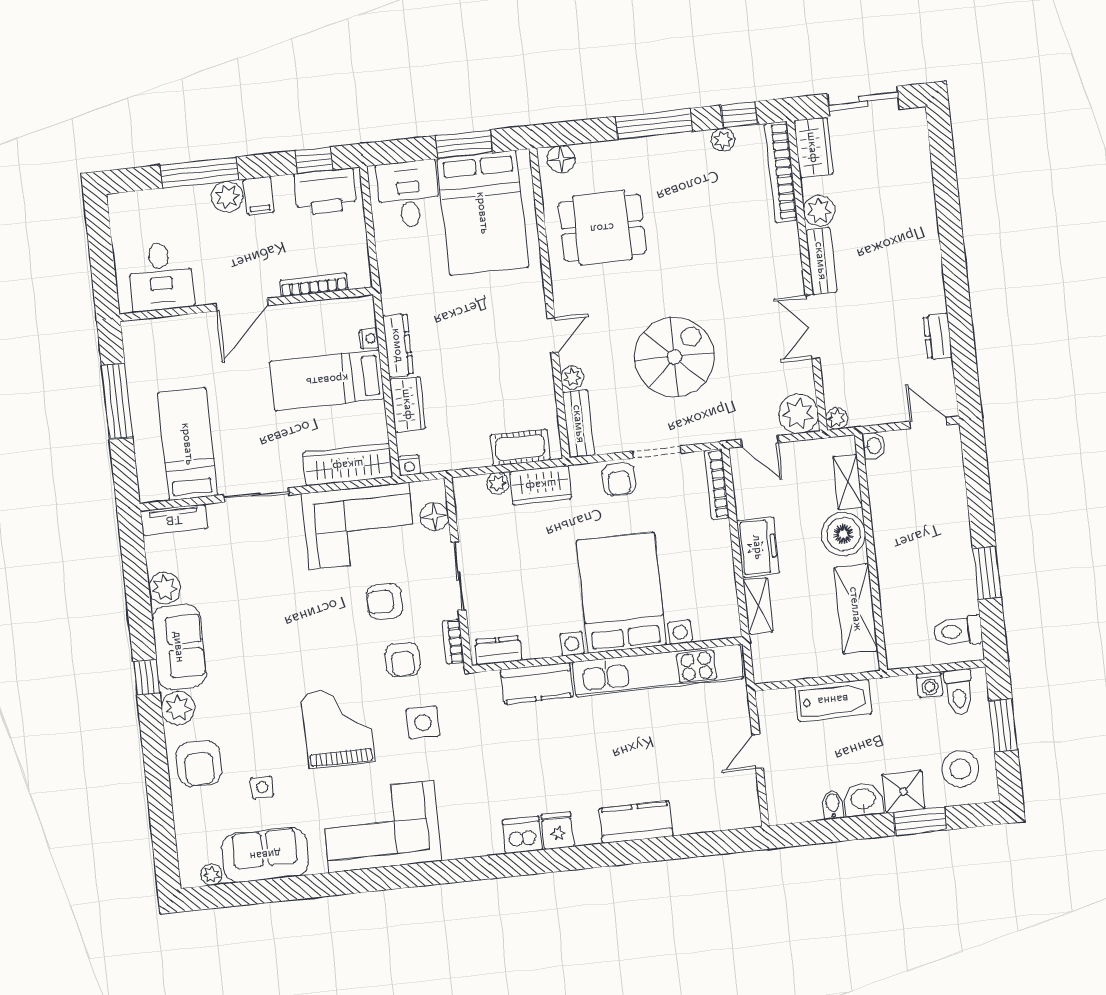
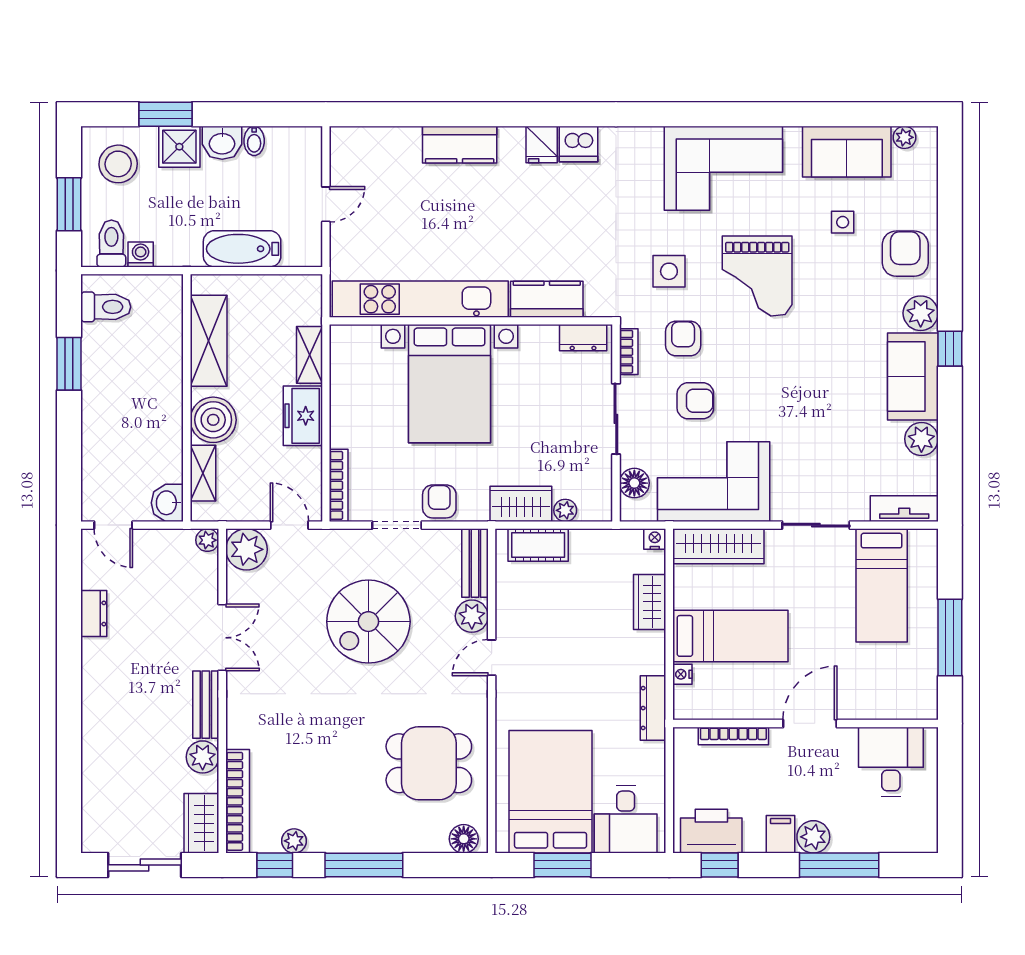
dresser: (398, 345) -> (653, 708), moved
plant: (572, 377) -> (472, 616), width x1.38, depth x1.38
washbasin: (874, 446) -> (167, 503), width x1.38, depth x1.45

